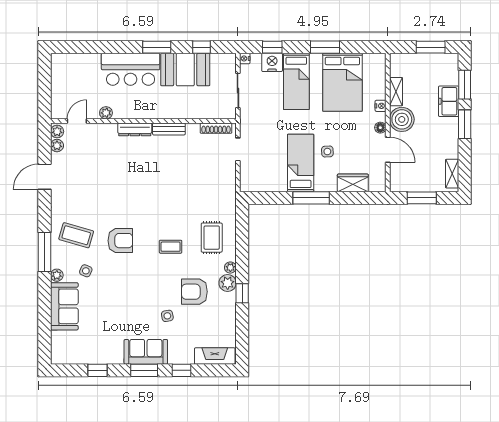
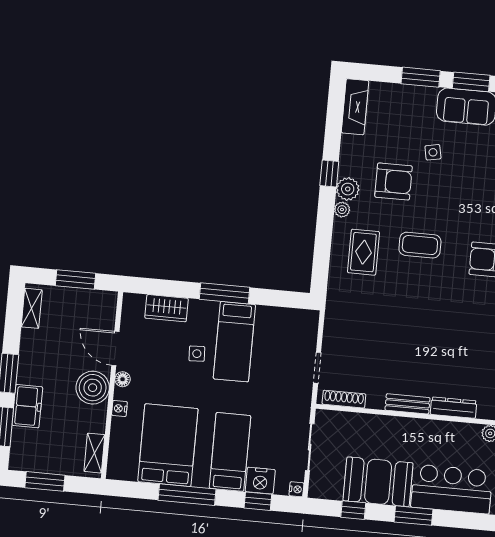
window: (325, 47) -> (187, 495), width x1.44
shelving: (396, 92) -> (94, 453), moved
coffee table: (171, 247) -> (420, 245), width x1.36, depth x1.30
fireplace: (215, 356) -> (355, 107), moved, turned -90
window: (182, 370) -> (421, 77), width x1.50

